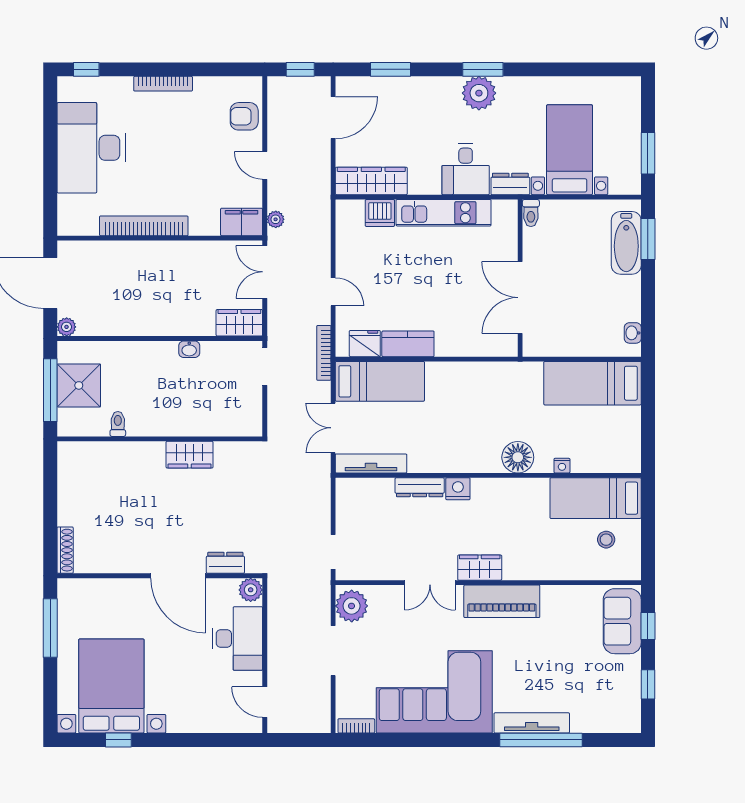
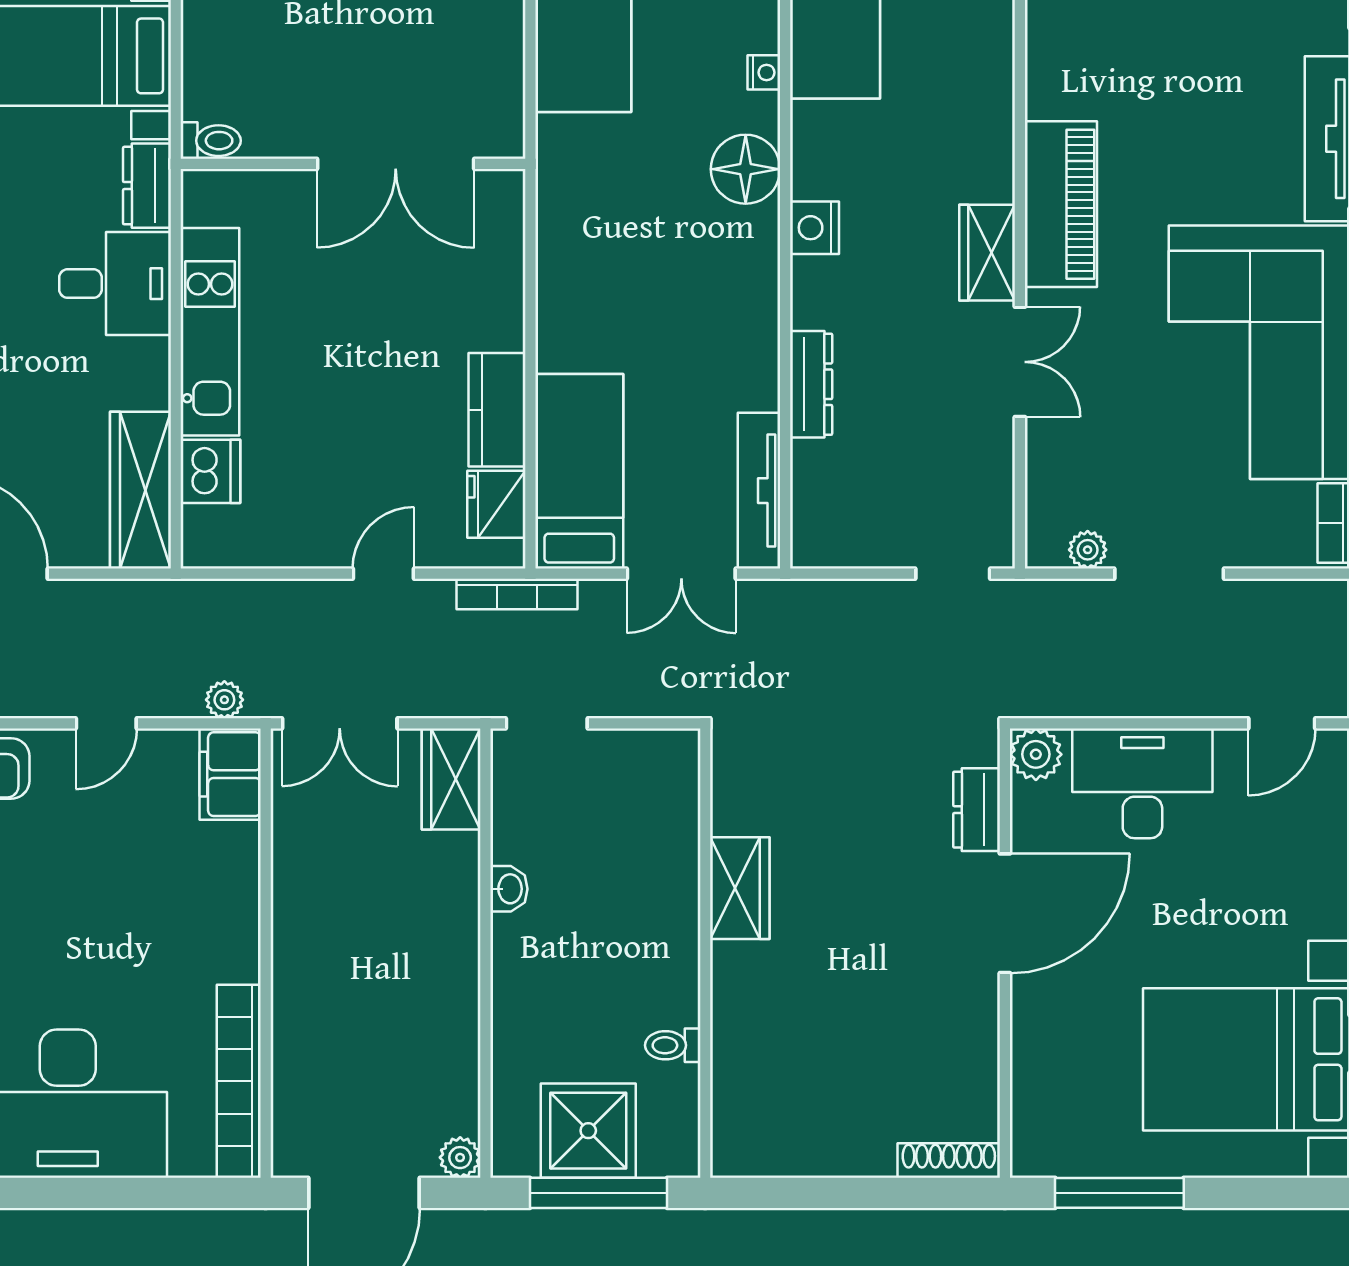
bookcase: (144, 226) -> (239, 1081), moved
nightstand: (458, 489) -> (814, 228), moved
plant: (352, 606) -> (1088, 550), width x0.53, depth x0.53

